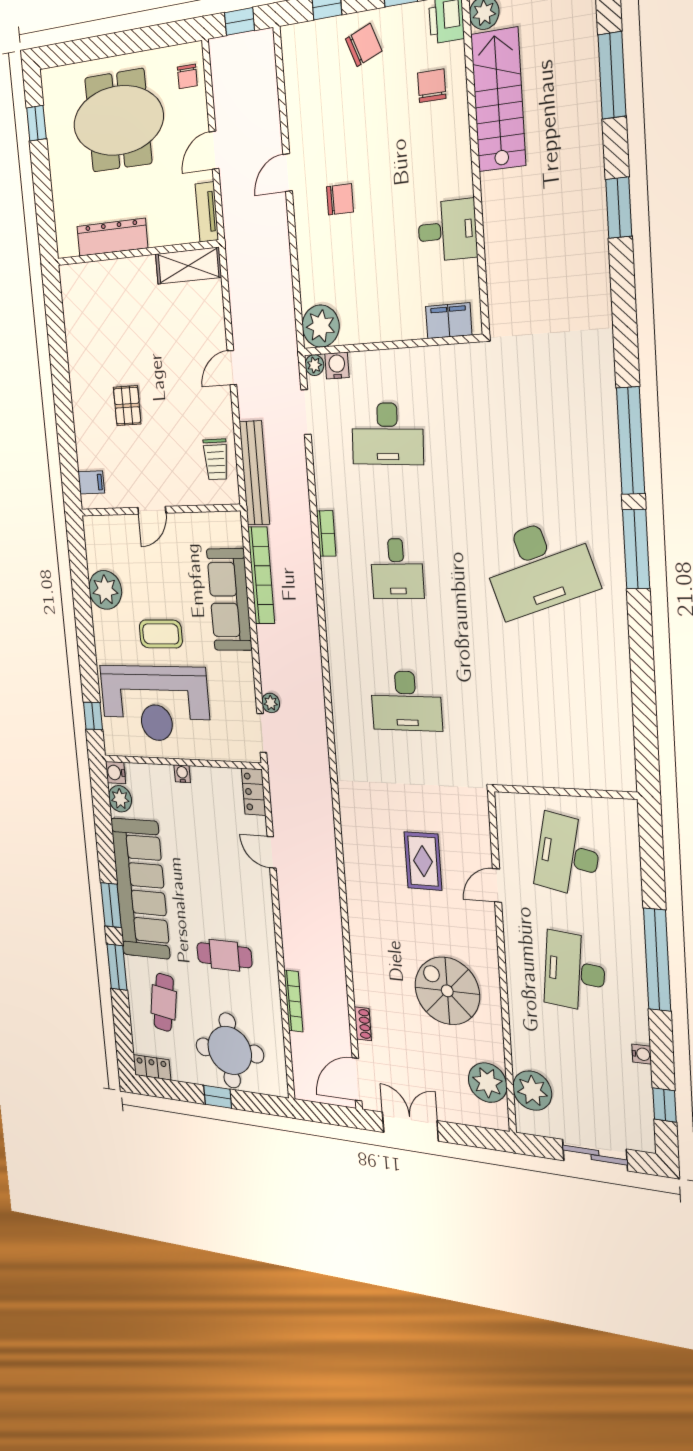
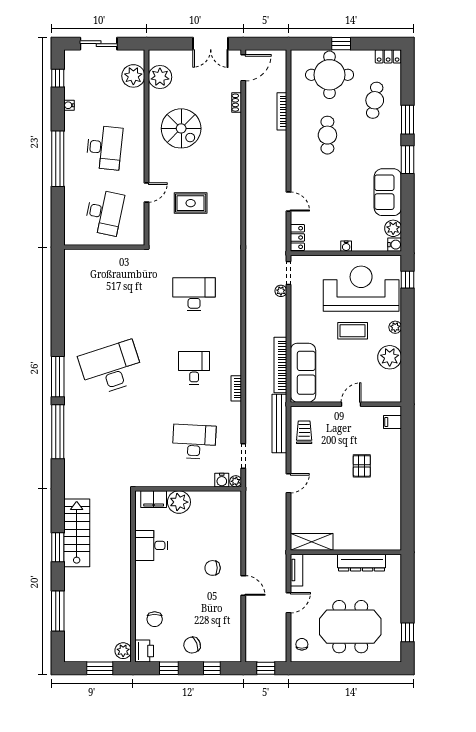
stairs: (498, 100) -> (77, 533), moved, turned 180
door: (288, 173) -> (243, 585), hinge flipped
plant: (321, 326) -> (179, 502), moved
sofa: (229, 600) -> (303, 373), moved
plant: (102, 639) -> (395, 327), added
rug: (423, 861) -> (191, 203), turned 90
sofa: (140, 889) -> (388, 192), width x0.54, depth x0.79
cafe table: (224, 955) -> (327, 135), turned 90

